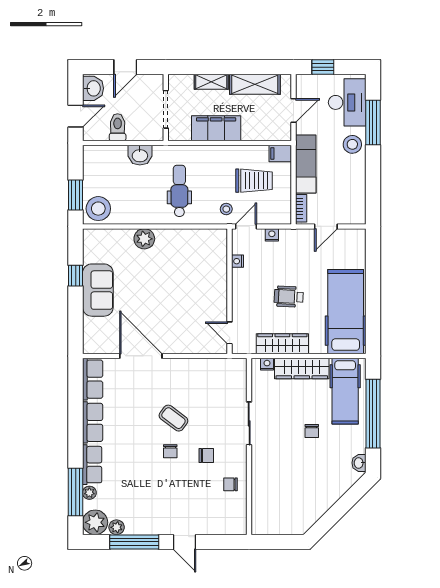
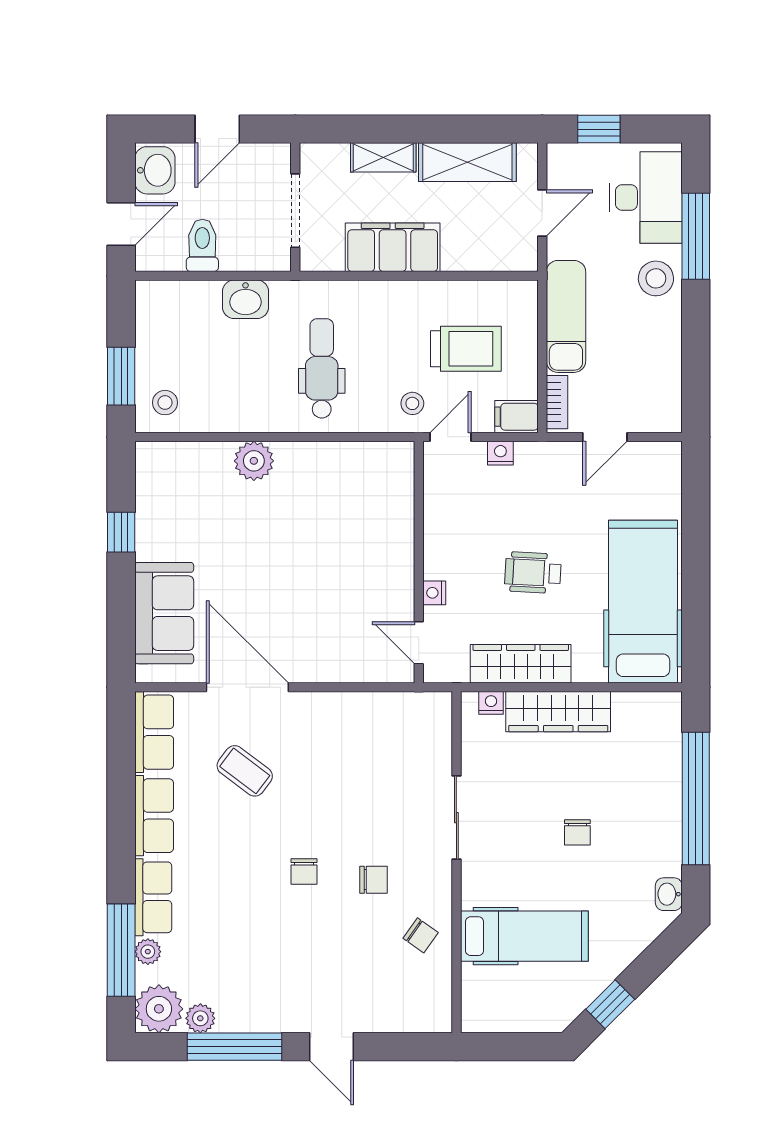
filing cabinet: (280, 153) -> (516, 417), moved
stool: (98, 209) -> (165, 403), width x0.53, depth x0.53
nightstand: (238, 261) -> (434, 593), moved
sofa: (98, 290) -> (164, 613), moved
hospital bed: (345, 391) -> (524, 936), moved, turned -90
coffee table: (173, 418) -> (245, 771), moved
chair: (231, 484) -> (421, 935), turned -145
window: (329, 520) -> (610, 1004), added

